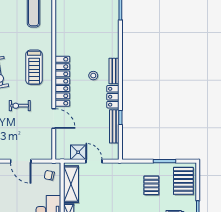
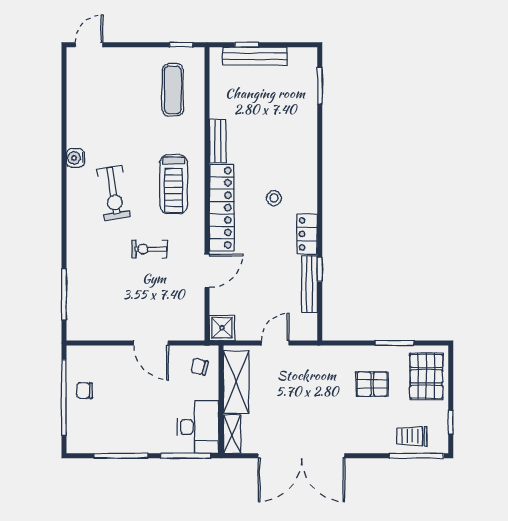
bench: (114, 71) -> (218, 141), moved
door: (54, 119) -> (207, 271), hinge flipped
shower: (78, 152) -> (222, 328), moved
door: (94, 161) -> (275, 343), hinge flipped
pallet: (151, 185) -> (372, 384), turned 90

